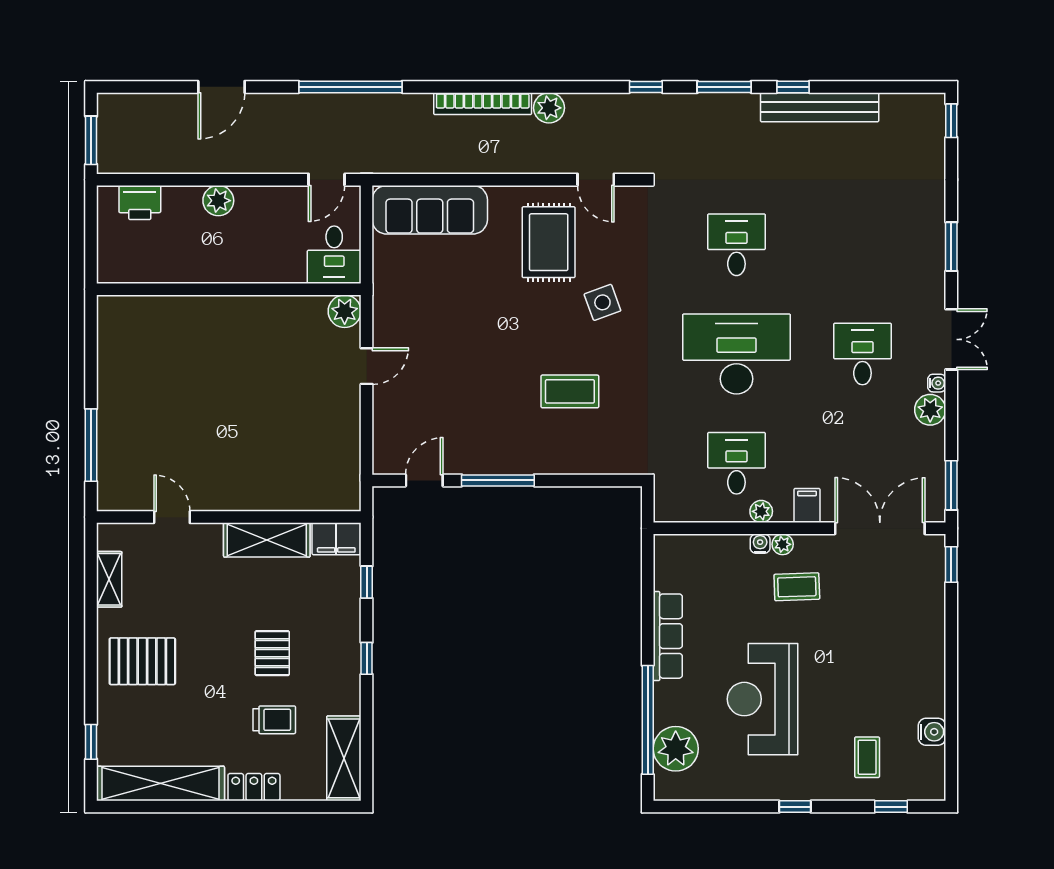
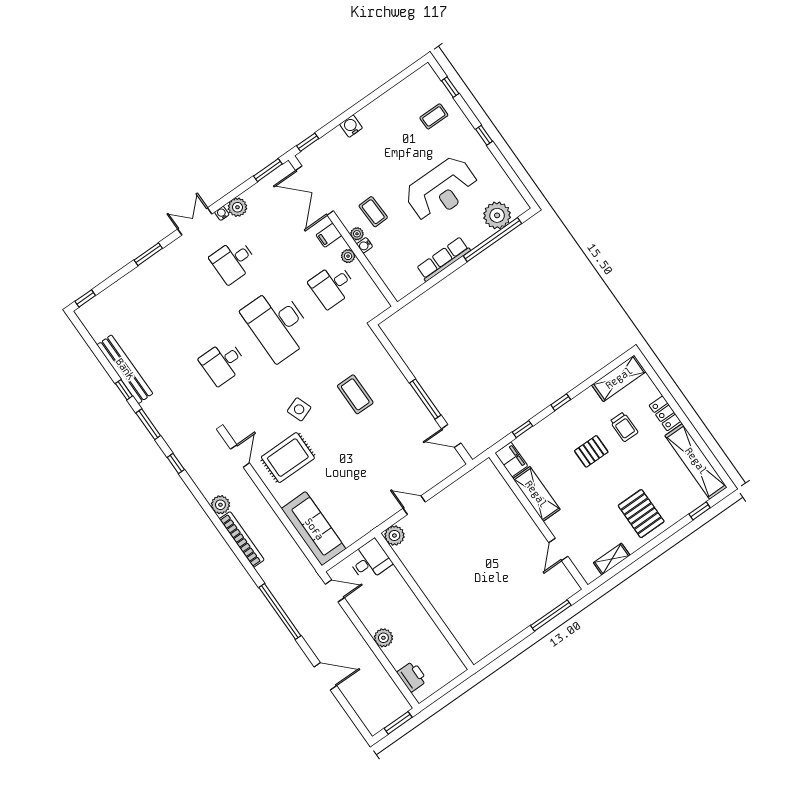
trolley: (274, 720) -> (624, 427), turned 180
water cooler: (932, 732) -> (351, 126), moved

